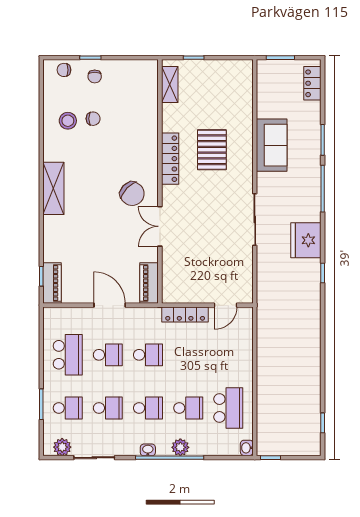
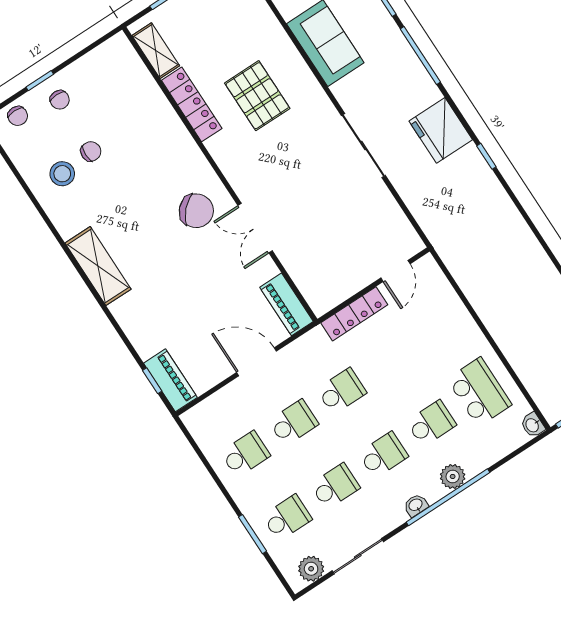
chair: (64, 70) -> (18, 116), turned -90
locker: (170, 159) -> (192, 104), moved
school desk: (68, 355) -> (245, 454), width x0.54

